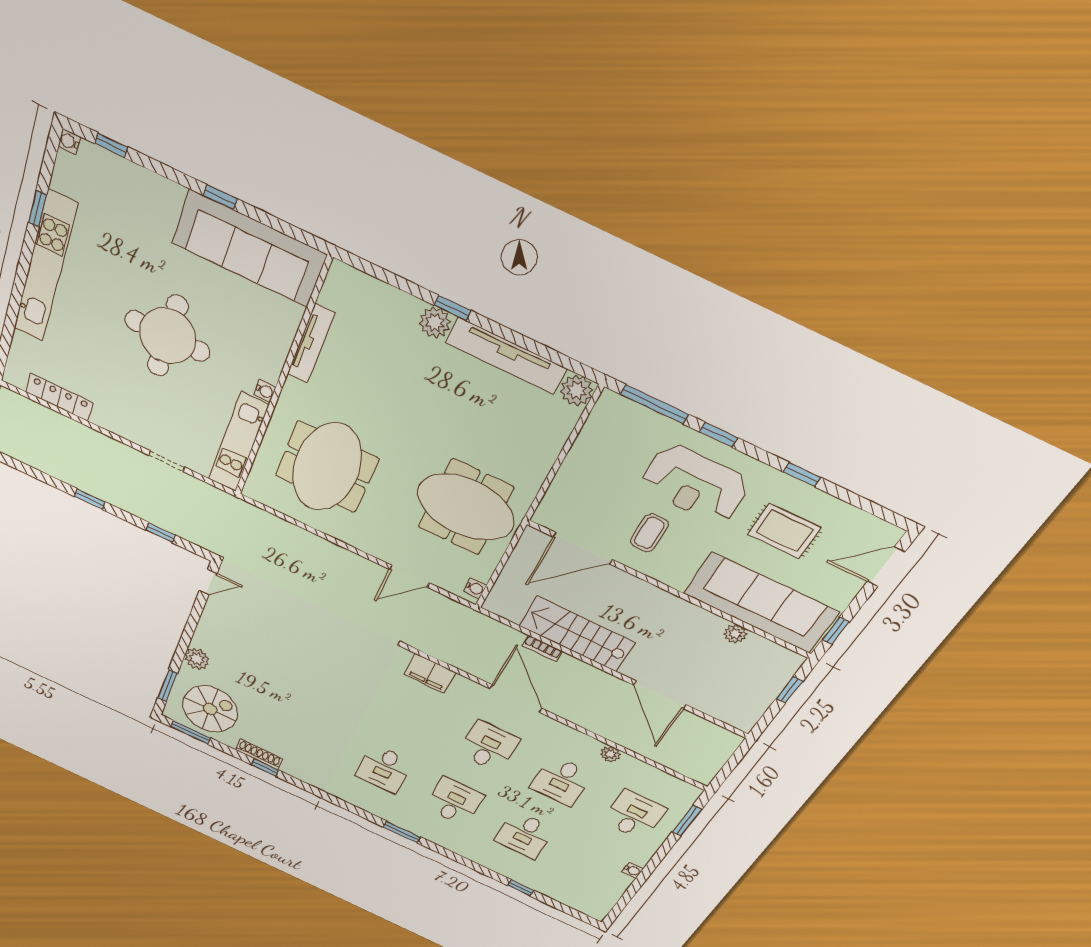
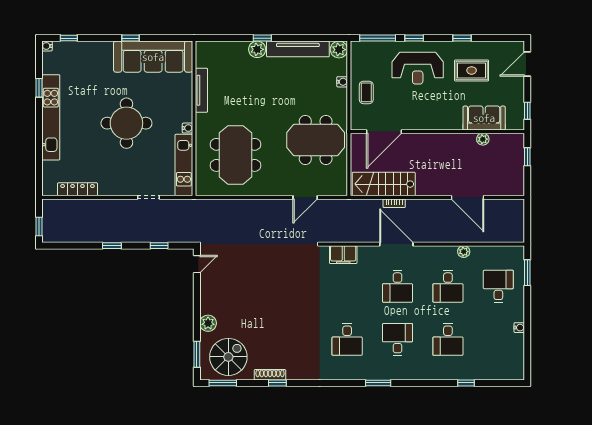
coffee table: (649, 533) -> (366, 92), moved
water cooler: (475, 588) -> (342, 82), moved
sofa: (761, 603) -> (484, 118), width x0.54, depth x0.79
stairs: (577, 634) -> (384, 184), moved
desk: (489, 746) -> (398, 286), turned 180

